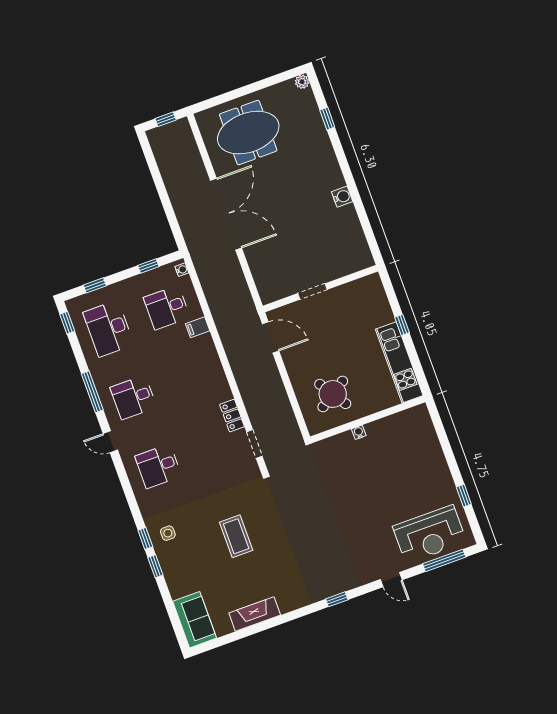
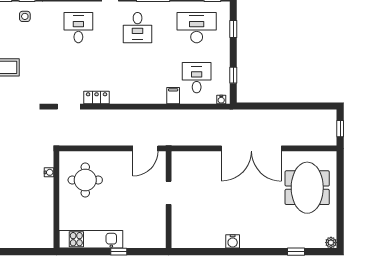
round table: (333, 394) -> (85, 180), turned 33
desk: (133, 397) -> (138, 28), turned 180
water cooler: (359, 432) -> (49, 172), moved

